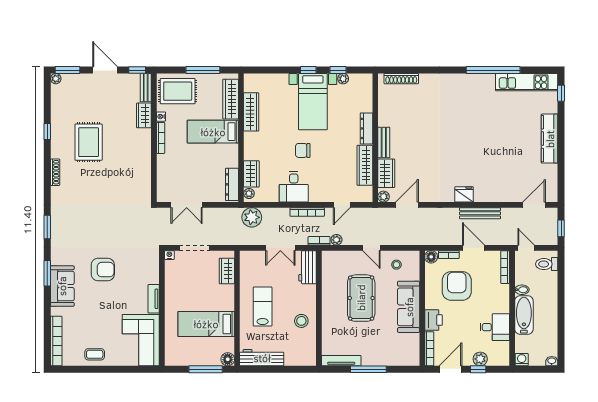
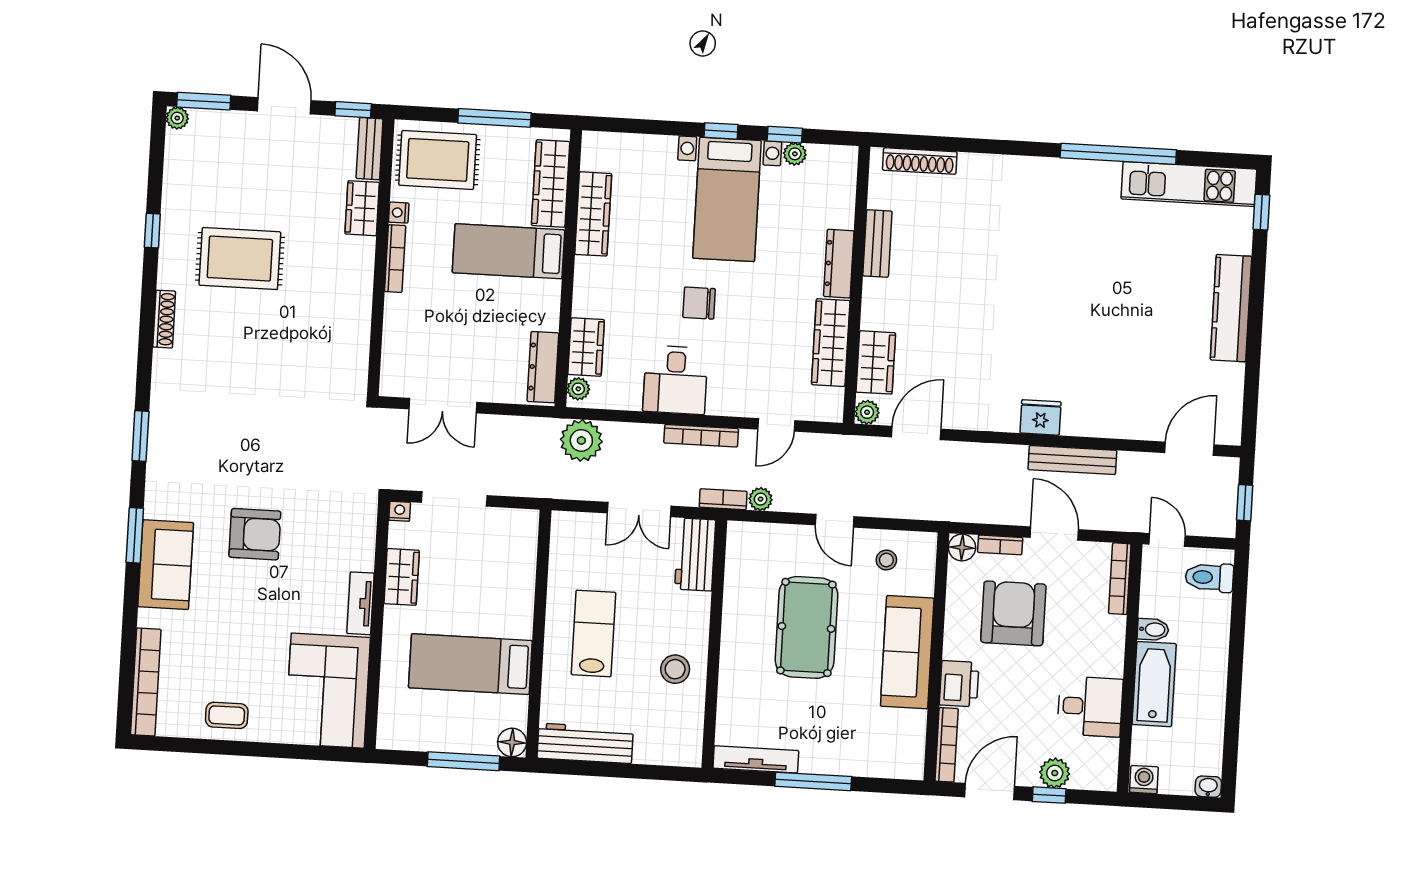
rug: (89, 142) -> (240, 259), turned 90
bench: (384, 142) -> (877, 243), moved
wardrobe: (227, 271) -> (402, 577), moved, turned 180

